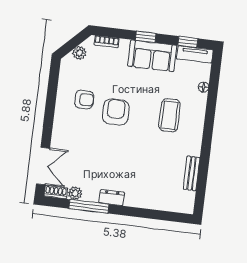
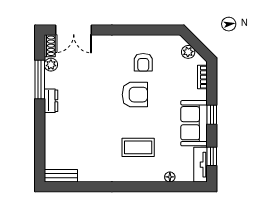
bench: (192, 173) -> (61, 176), moved

